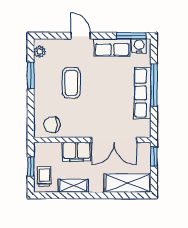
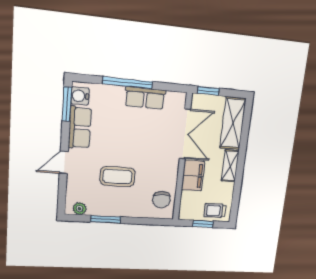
row of seats: (143, 93) -> (145, 98), width x0.68
shelving: (73, 186) -> (230, 166), moved

